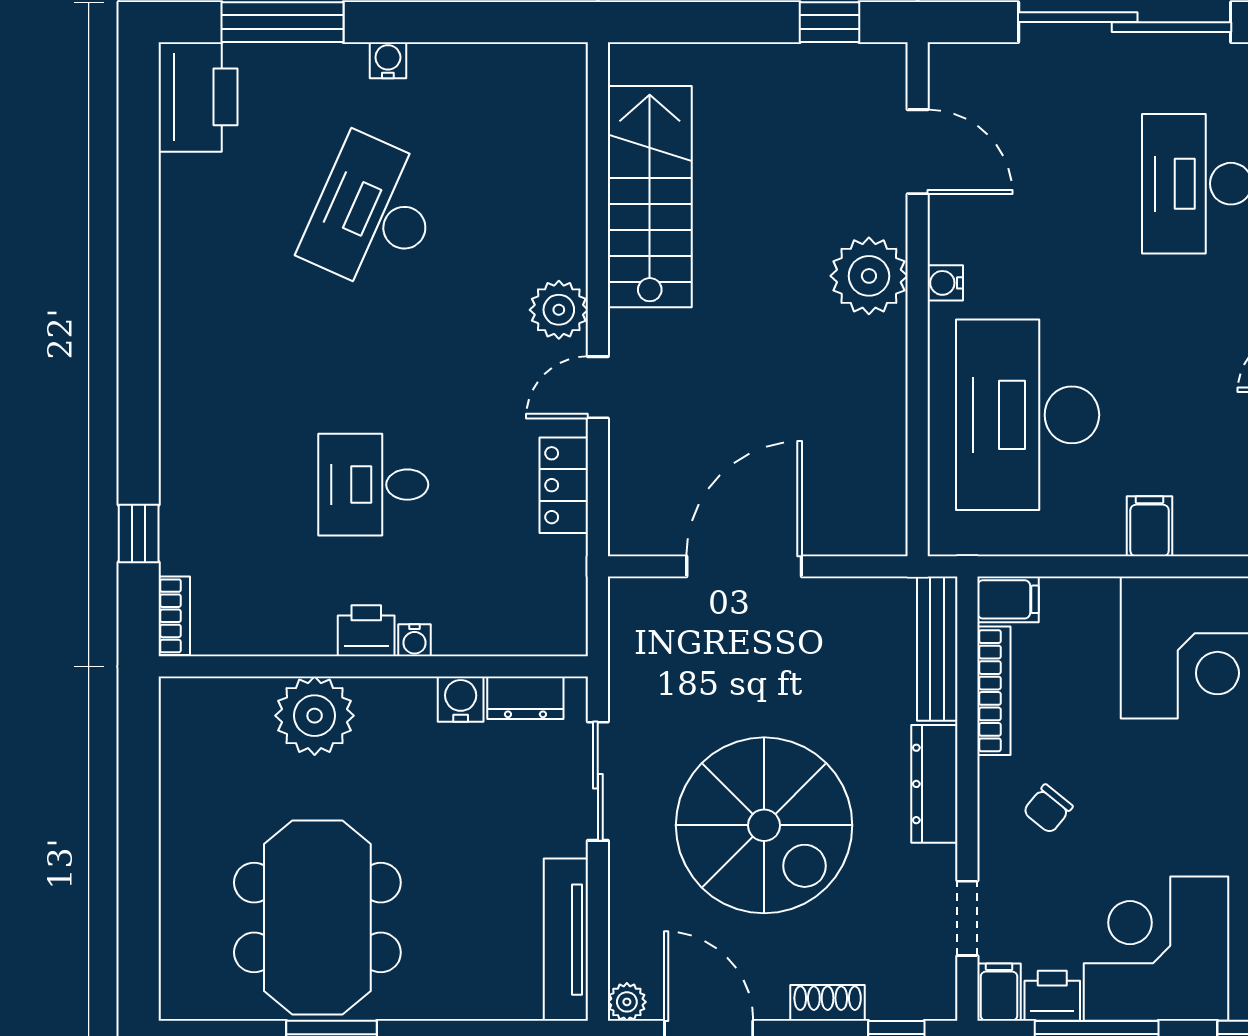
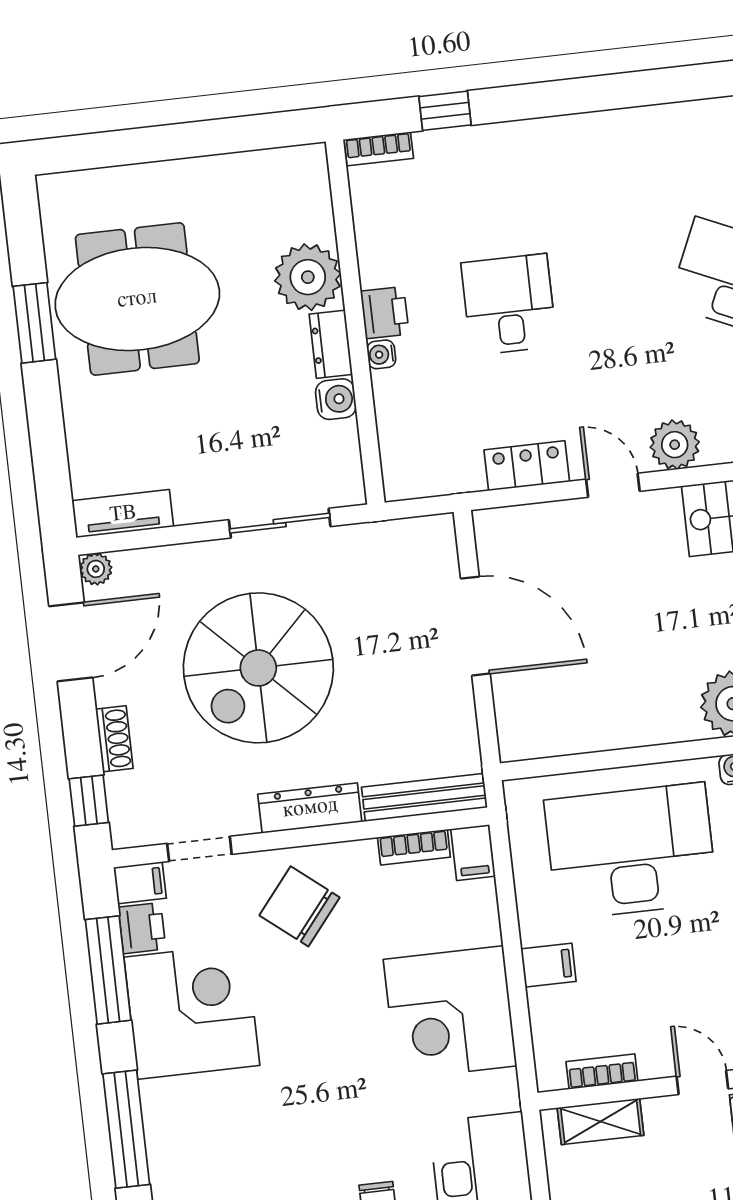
bookcase: (994, 691) -> (414, 847), width x0.64
dresser: (525, 698) -> (331, 344), moved
chair: (1048, 809) -> (300, 906), width x1.87, depth x1.87
tv unit: (566, 940) -> (123, 514), width x0.71

